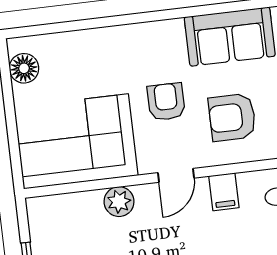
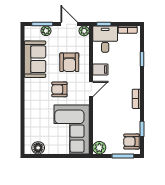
door: (176, 175) -> (91, 89), hinge flipped
plant: (119, 202) -> (99, 148), moved

